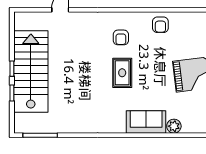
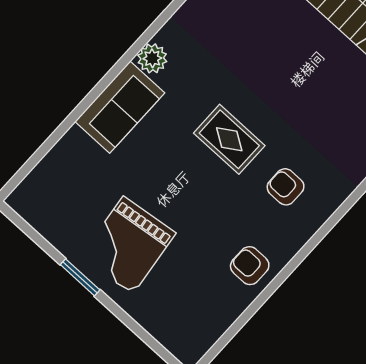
plant: (174, 126) -> (152, 58), moved

